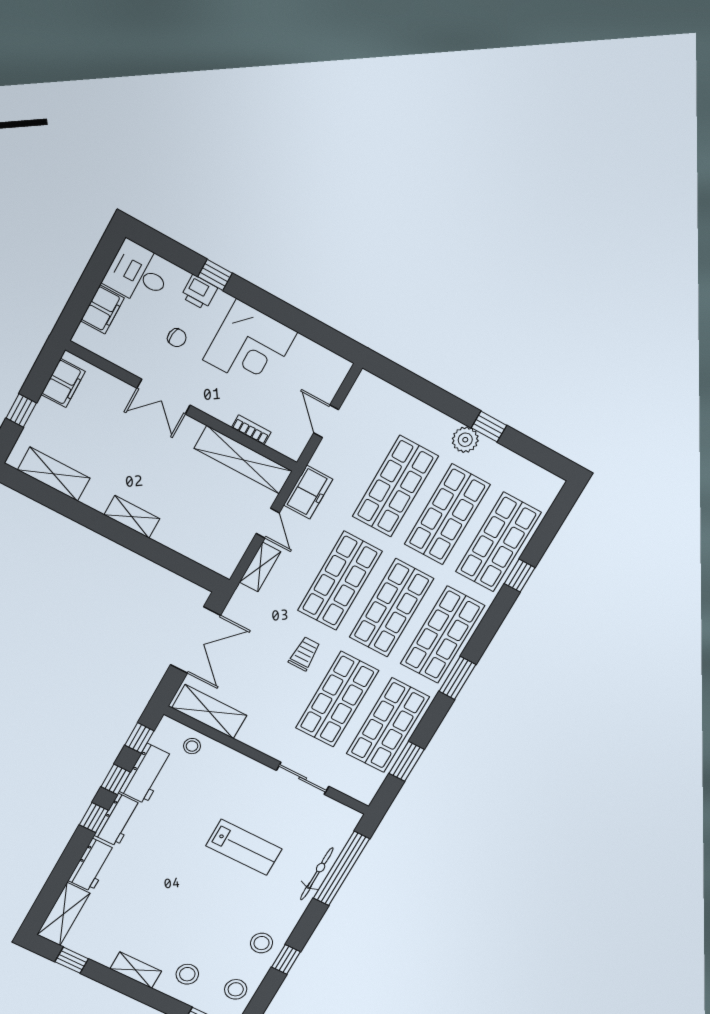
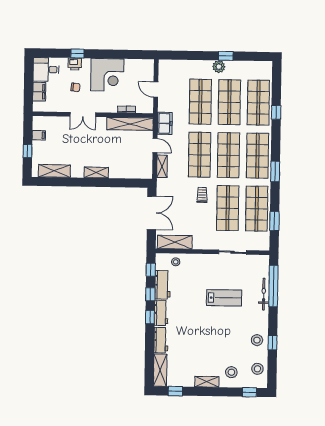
filing cabinet: (63, 383) -> (39, 135), width x0.50

